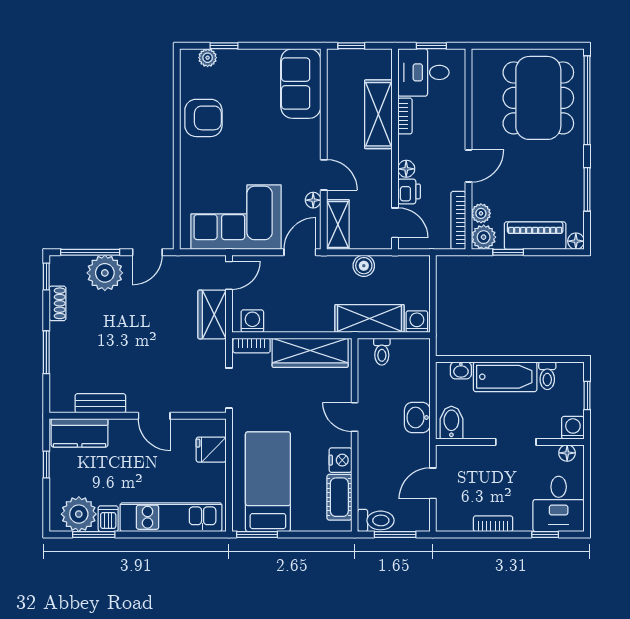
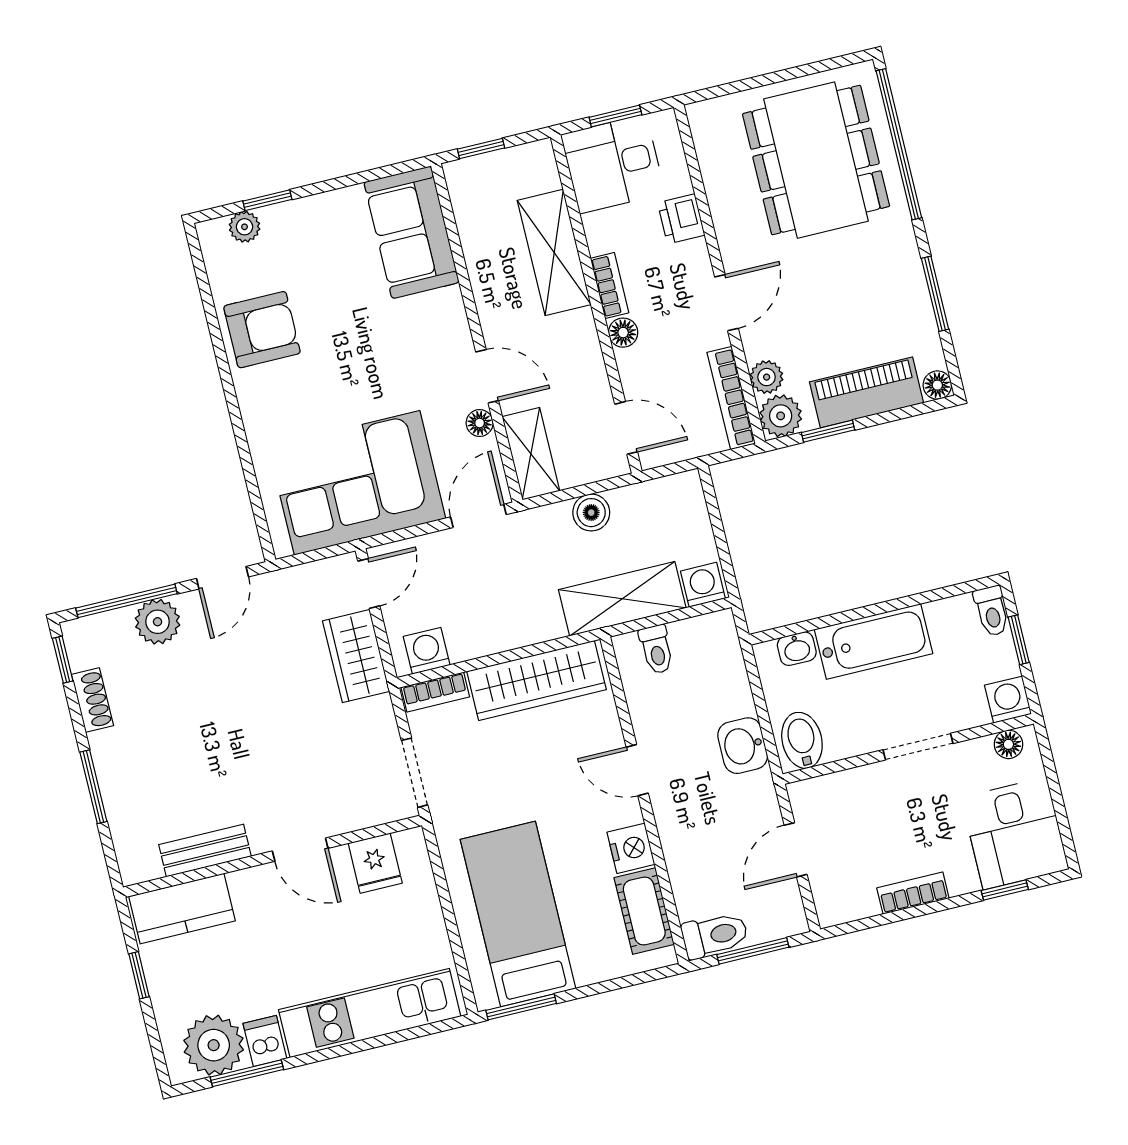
bookcase: (405, 116) -> (609, 286), moved
printer: (409, 191) -> (681, 219), moved, turned 180
plant: (105, 273) -> (158, 622), width x0.73, depth x0.73
toilet: (547, 376) -> (992, 611), moved
fridge: (211, 450) -> (375, 863), moved, turned -90

